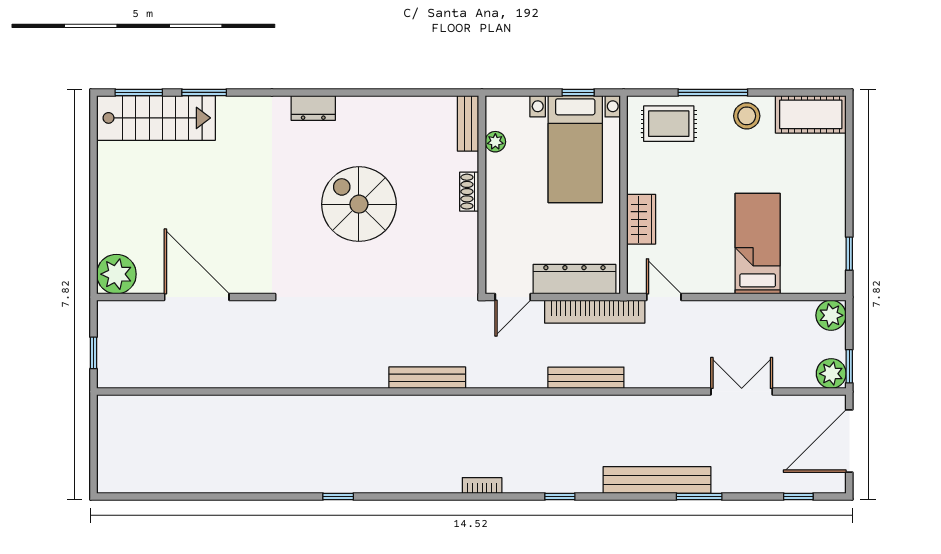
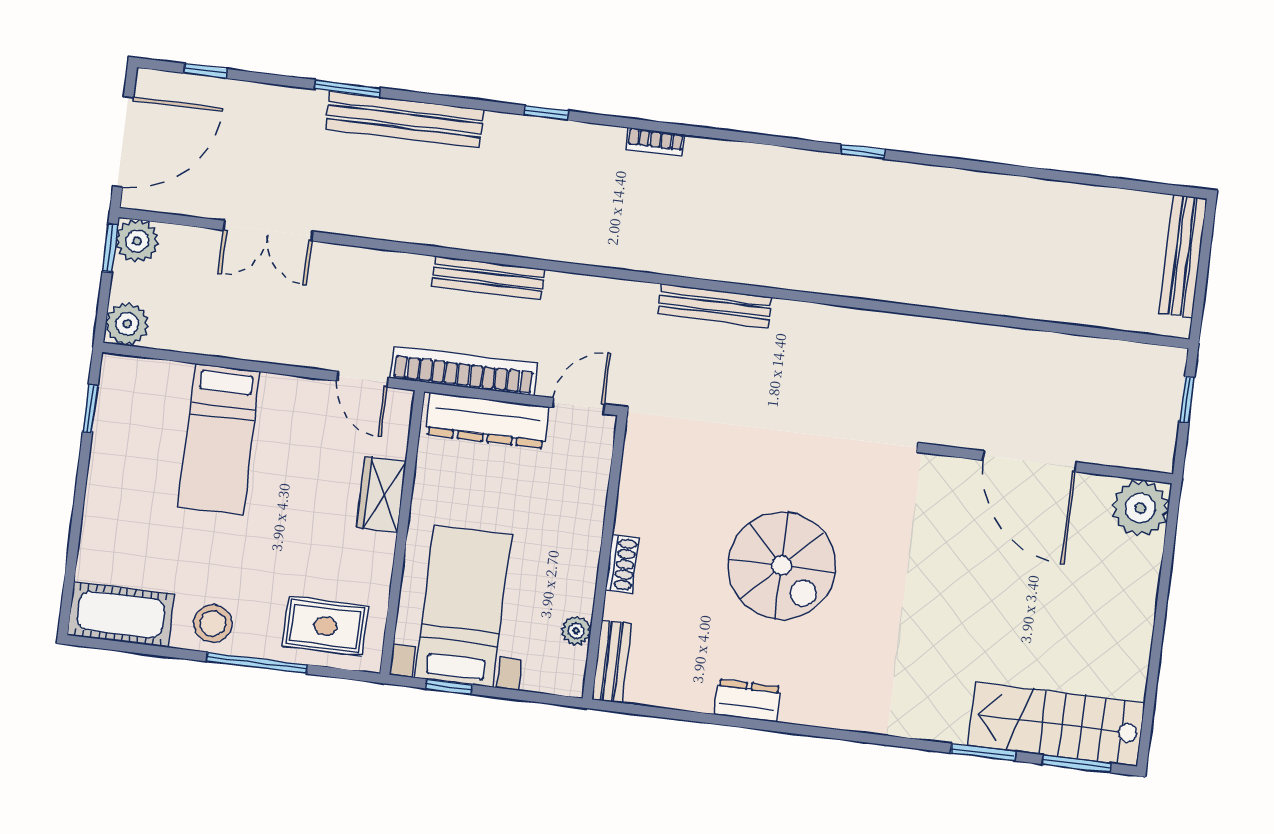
dresser: (313, 108) -> (747, 701), moved
bench: (108, 452) -> (1183, 256), added

